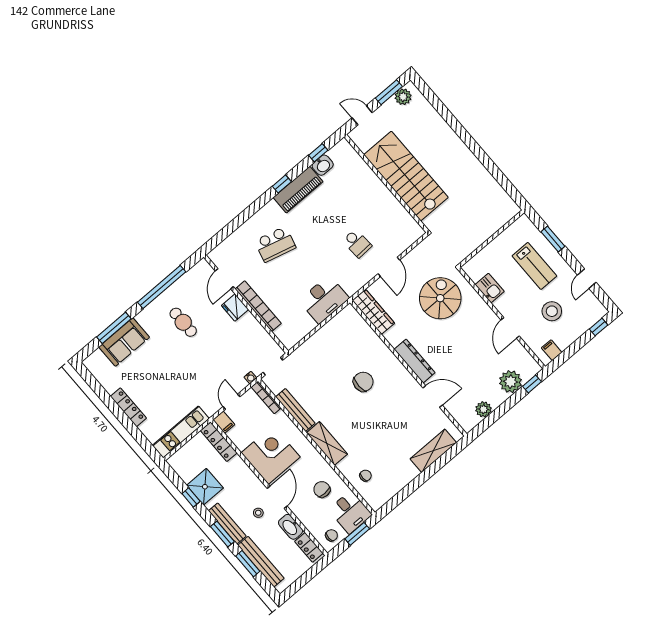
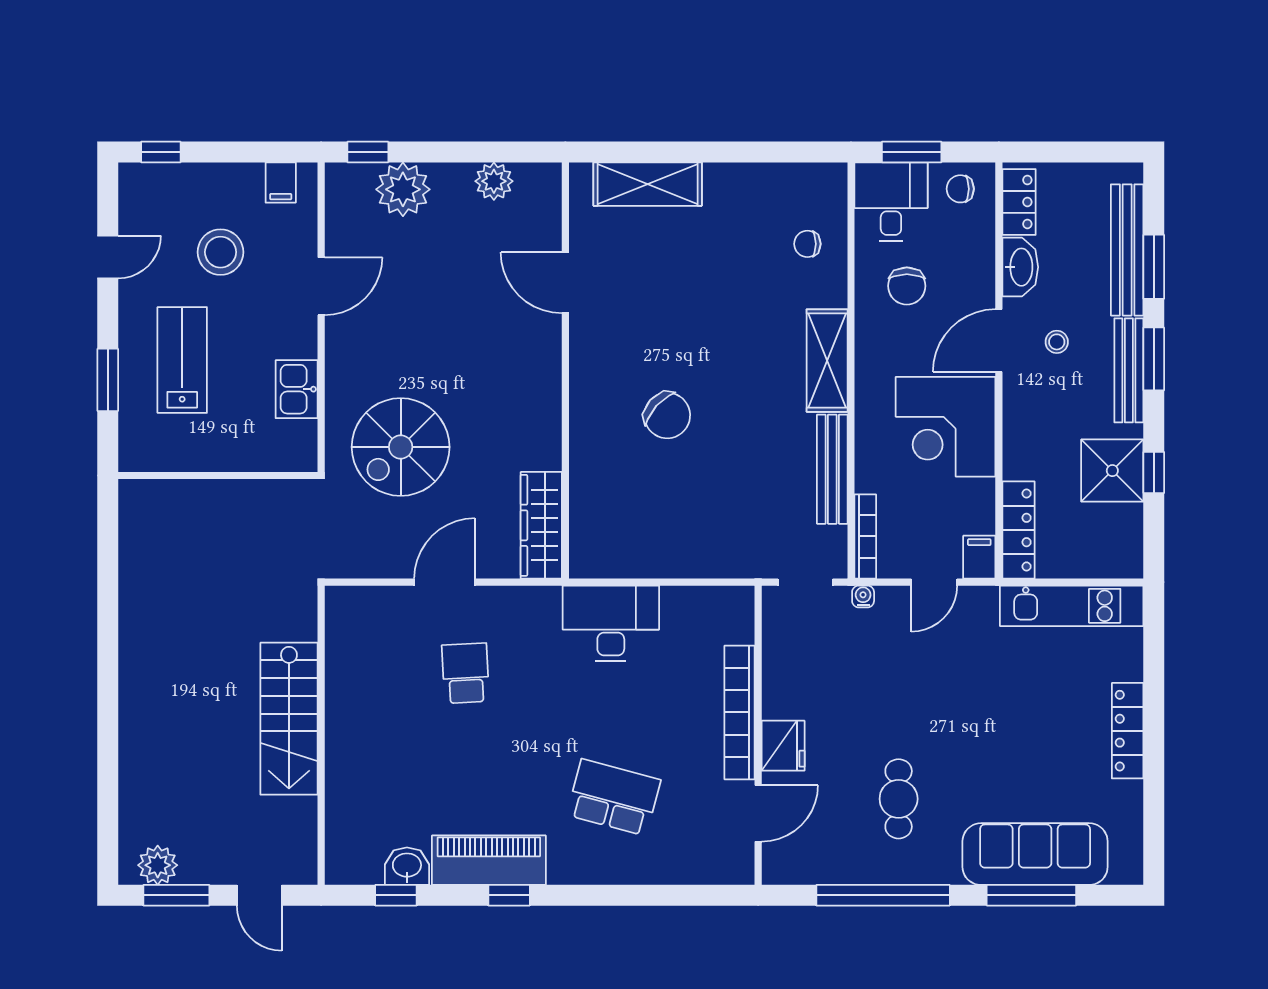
stairs: (406, 176) -> (289, 719), width x0.73, depth x0.66
sofa: (124, 342) -> (1035, 854), width x1.36
dresser: (415, 361) -> (543, 374), removed
chair: (363, 382) -> (667, 415), turned -138

